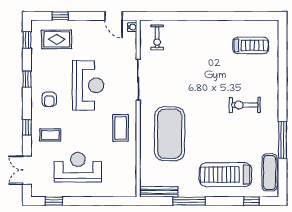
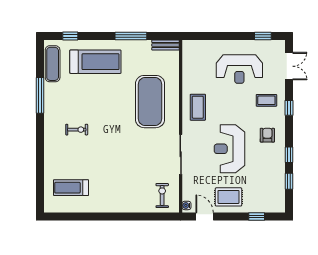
rug: (57, 39) -> (228, 197), moved
window: (27, 40) -> (289, 181), moved
exercise bike: (245, 105) -> (77, 130), width x0.73, depth x0.72
bench: (159, 192) -> (165, 45), width x0.73

